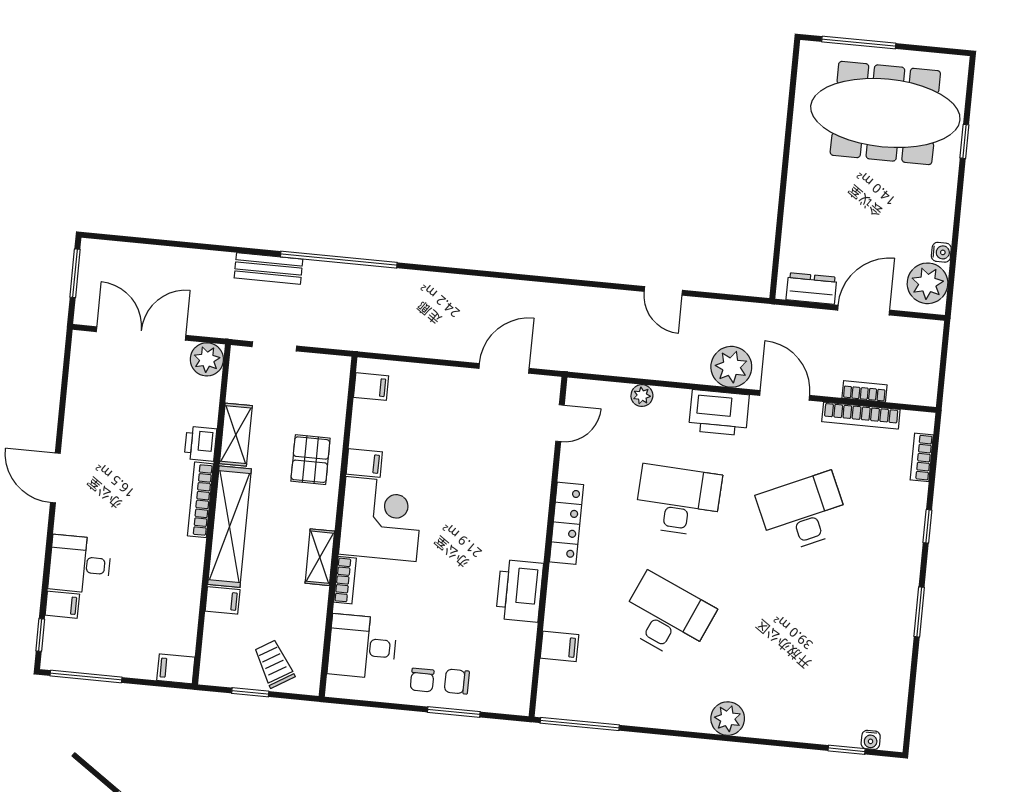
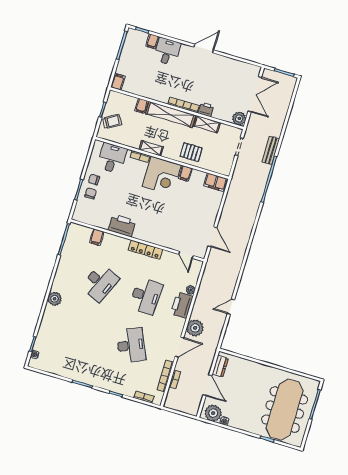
filing cabinet: (371, 387) -> (215, 182), width x2.00
printer: (719, 413) -> (182, 305), moved

